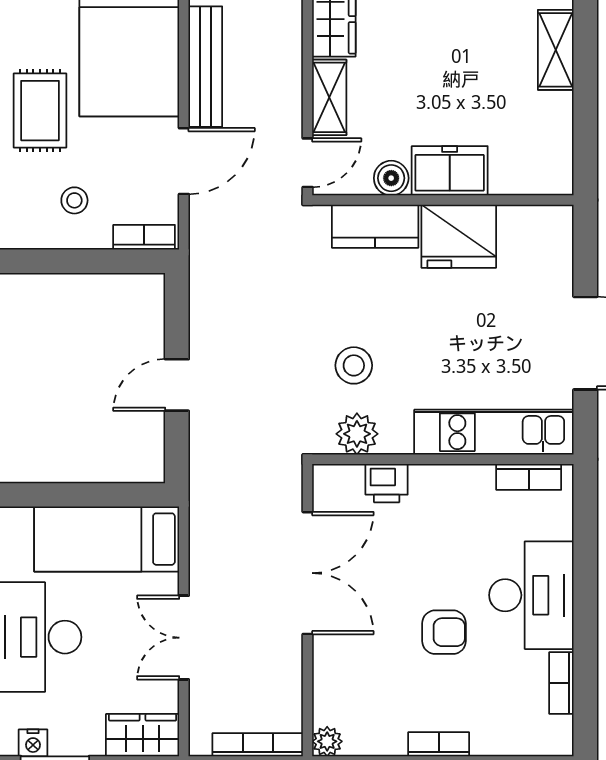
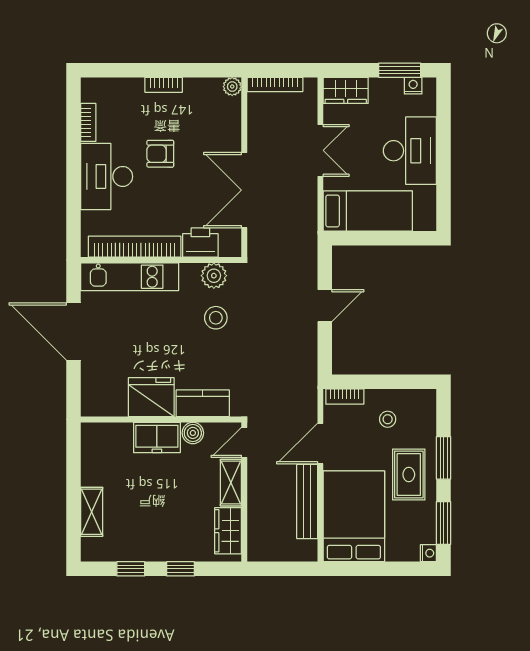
bookcase: (529, 477) -> (135, 247), width x2.31, depth x1.31
printer: (387, 483) -> (200, 243), width x1.36, depth x1.24

